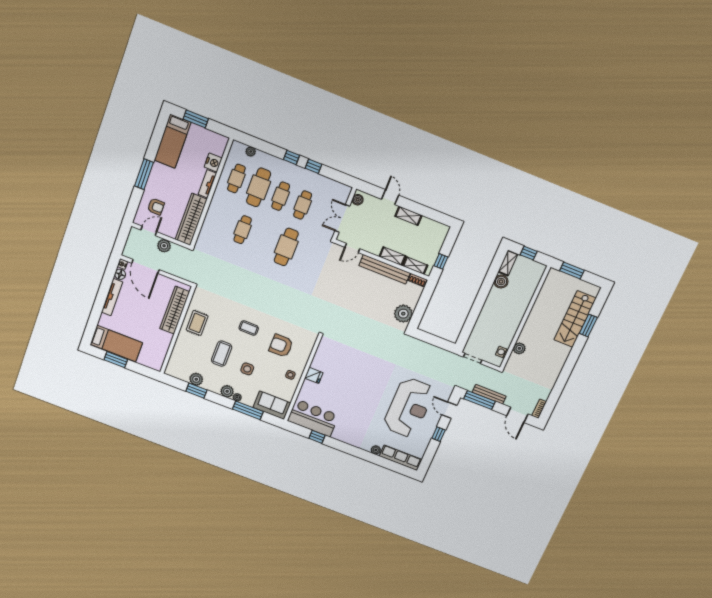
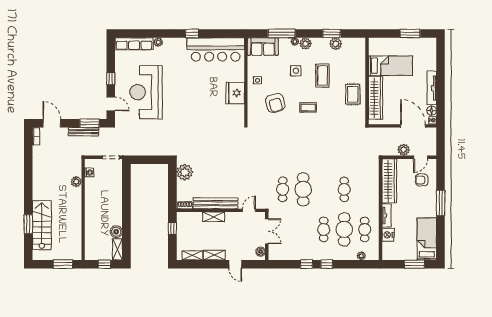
cafe table: (303, 205) -> (283, 189), moved
shelving: (415, 266) -> (192, 255), moved
bed: (116, 343) -> (390, 66), moved, turned 180
armchair: (281, 346) -> (275, 103), turned 74
fridge: (314, 375) -> (235, 93), width x1.88, depth x1.34
window: (479, 400) -> (89, 123), width x0.69
bar counter: (313, 418) -> (216, 49), width x1.36
window: (317, 437) -> (192, 34), moved

